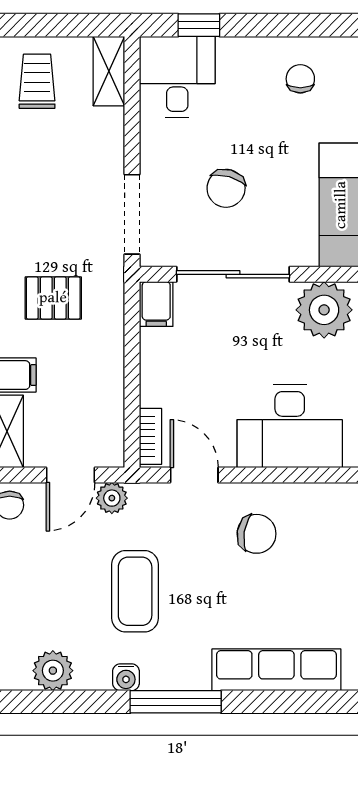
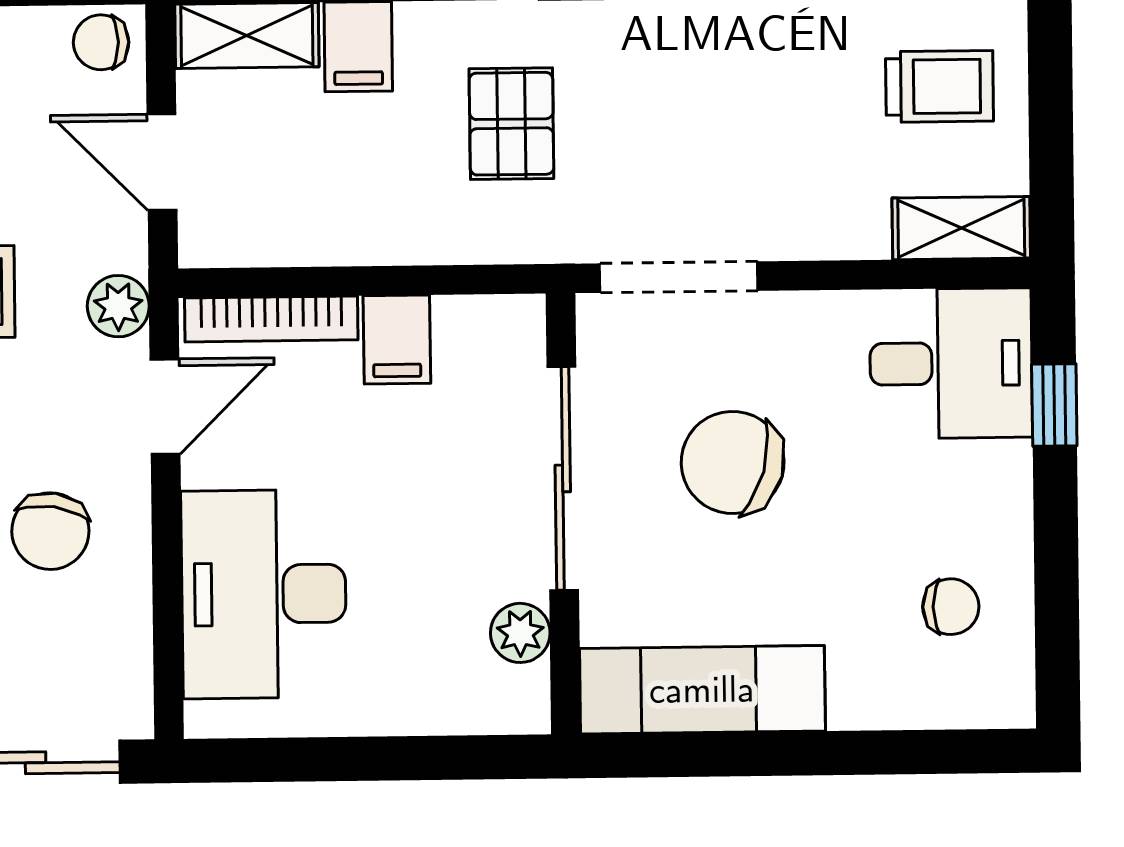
chair: (226, 188) -> (733, 462), width x1.37, depth x1.37
filing cabinet: (156, 304) -> (397, 339), moved, turned -90
plant: (324, 310) -> (520, 633), width x0.53, depth x0.53
bookcase: (151, 436) -> (271, 319), width x1.56
plant: (112, 498) -> (118, 306), moved

